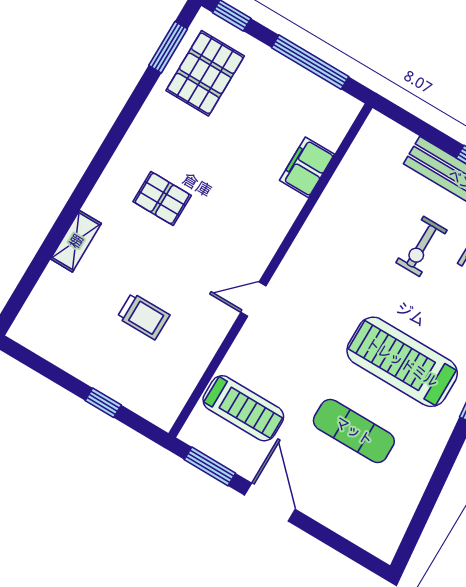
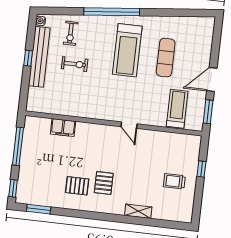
pallet: (205, 73) -> (77, 186), moved, width x0.67, depth x0.71
trolley: (143, 316) -> (174, 181), moved, turned -90

